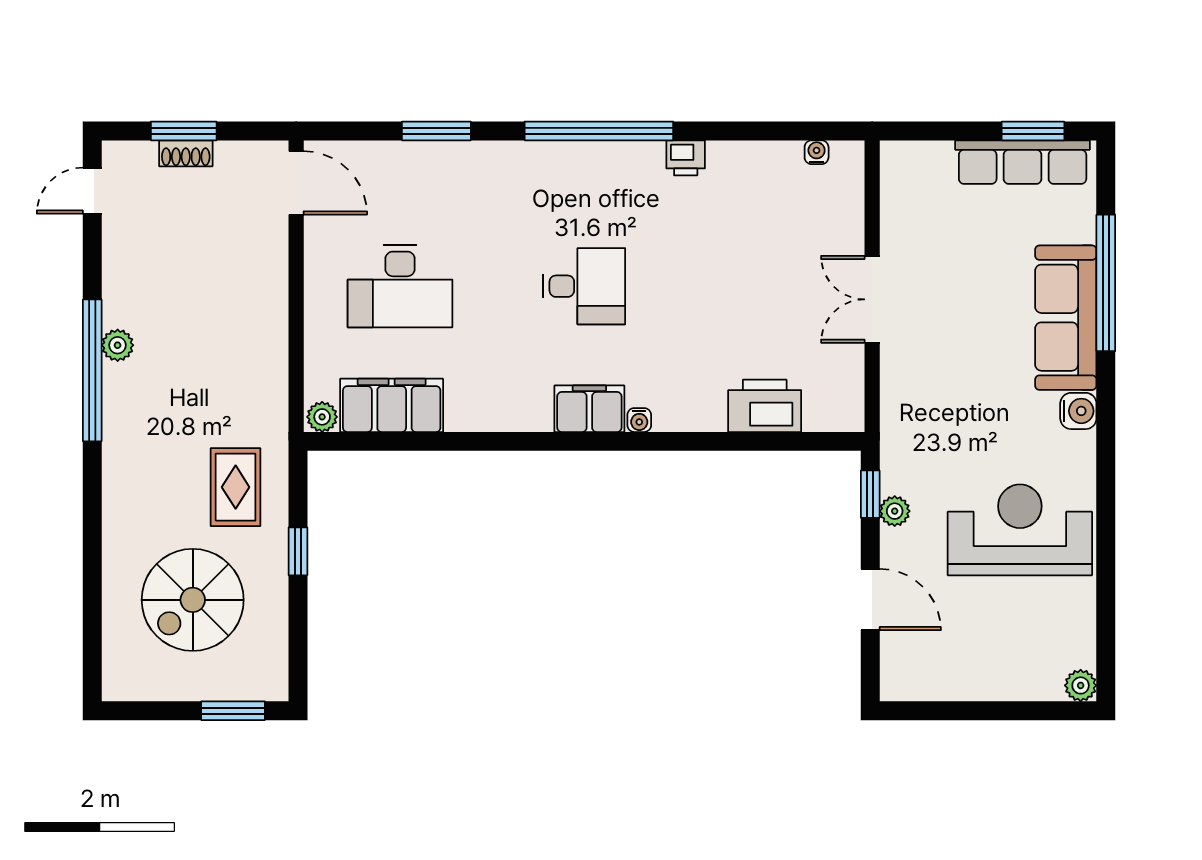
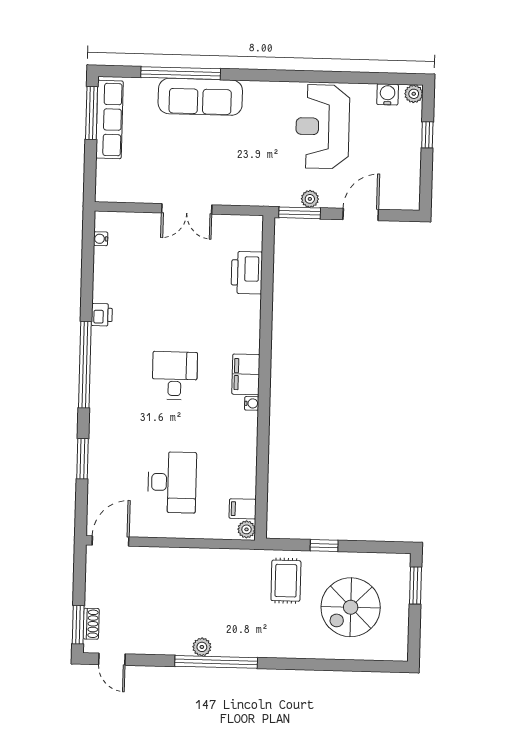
window: (184, 131) -> (78, 625), moved
window: (1033, 131) -> (92, 113), width x1.44
shoe rack: (186, 153) -> (91, 624), moved
filing cabinet: (392, 405) -> (243, 509), width x0.33, depth x0.86
water cooler: (1078, 411) -> (388, 94), moved
water cooler: (639, 420) -> (252, 403), moved
rug: (236, 487) -> (286, 581), turned 90
window: (870, 494) -> (300, 213), width x1.50
spiral stairs: (193, 600) -> (351, 607), turned 90
window: (1010, 711) -> (427, 135), added

